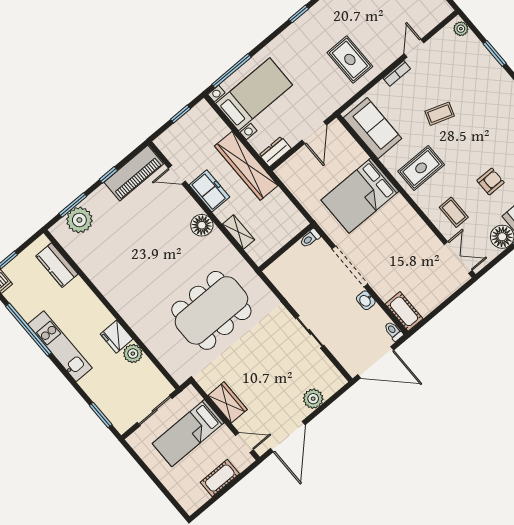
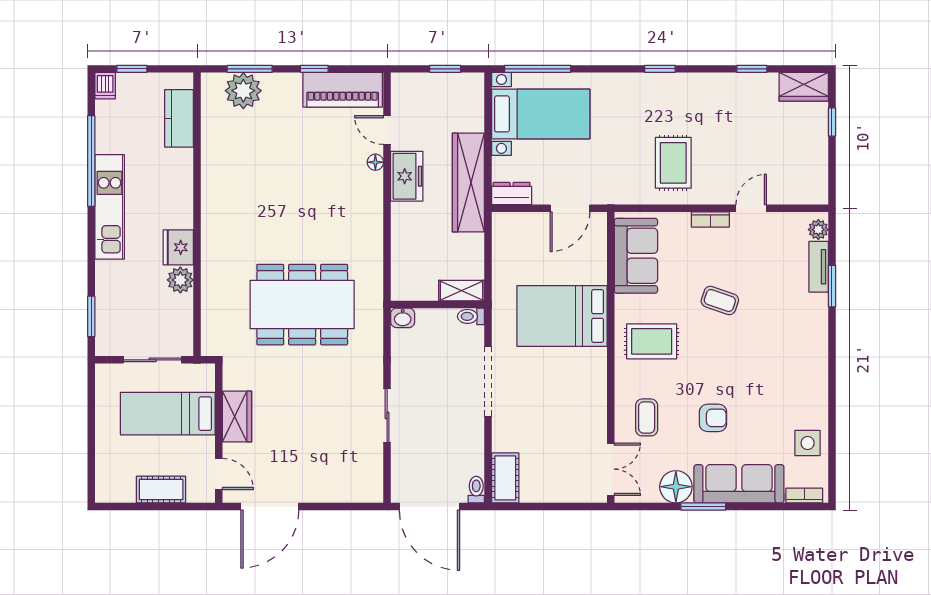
tv unit: (478, 49) -> (819, 267), added
floor lamp: (202, 225) -> (375, 162), moved, width x0.53, depth x0.53
shelving: (238, 232) -> (462, 291), moved, turned 90
washbasin: (366, 300) -> (403, 318), moved, turned -90
plant: (313, 399) -> (331, 489), removed

